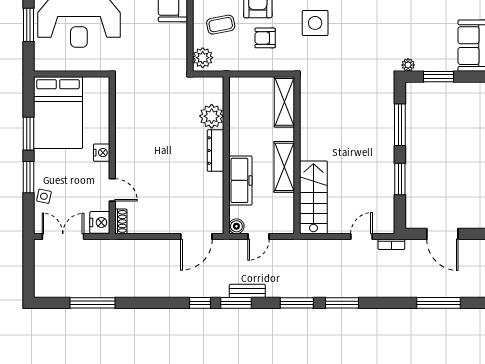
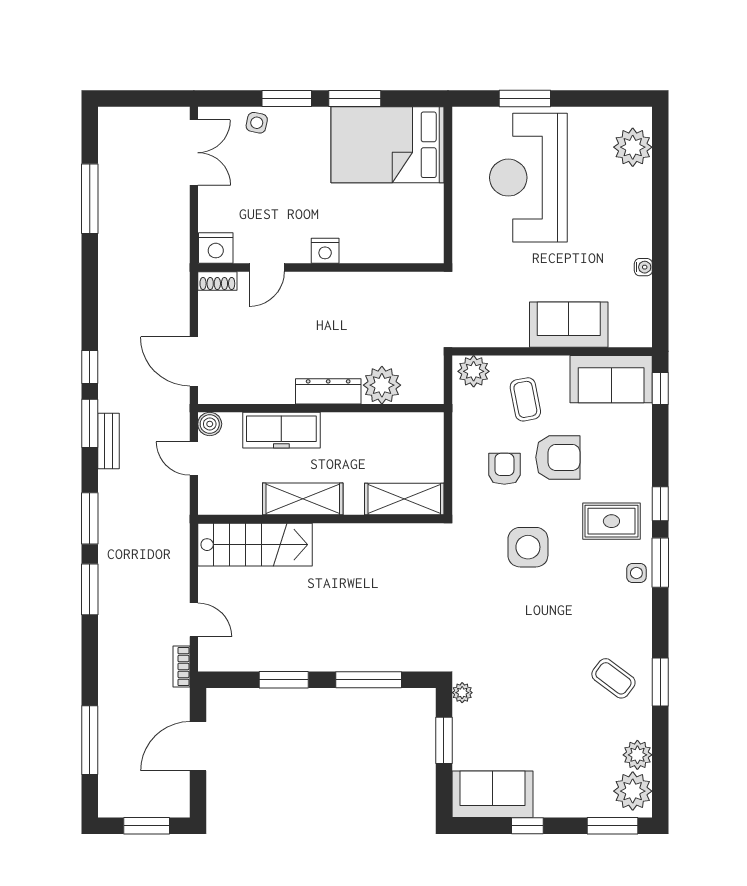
nightstand: (102, 153) -> (325, 251), moved
wall: (112, 155) -> (321, 268), moved
door: (112, 190) -> (267, 268), moved
shoe rack: (121, 221) -> (217, 281), moved
nightstand: (100, 222) -> (216, 248), moved

